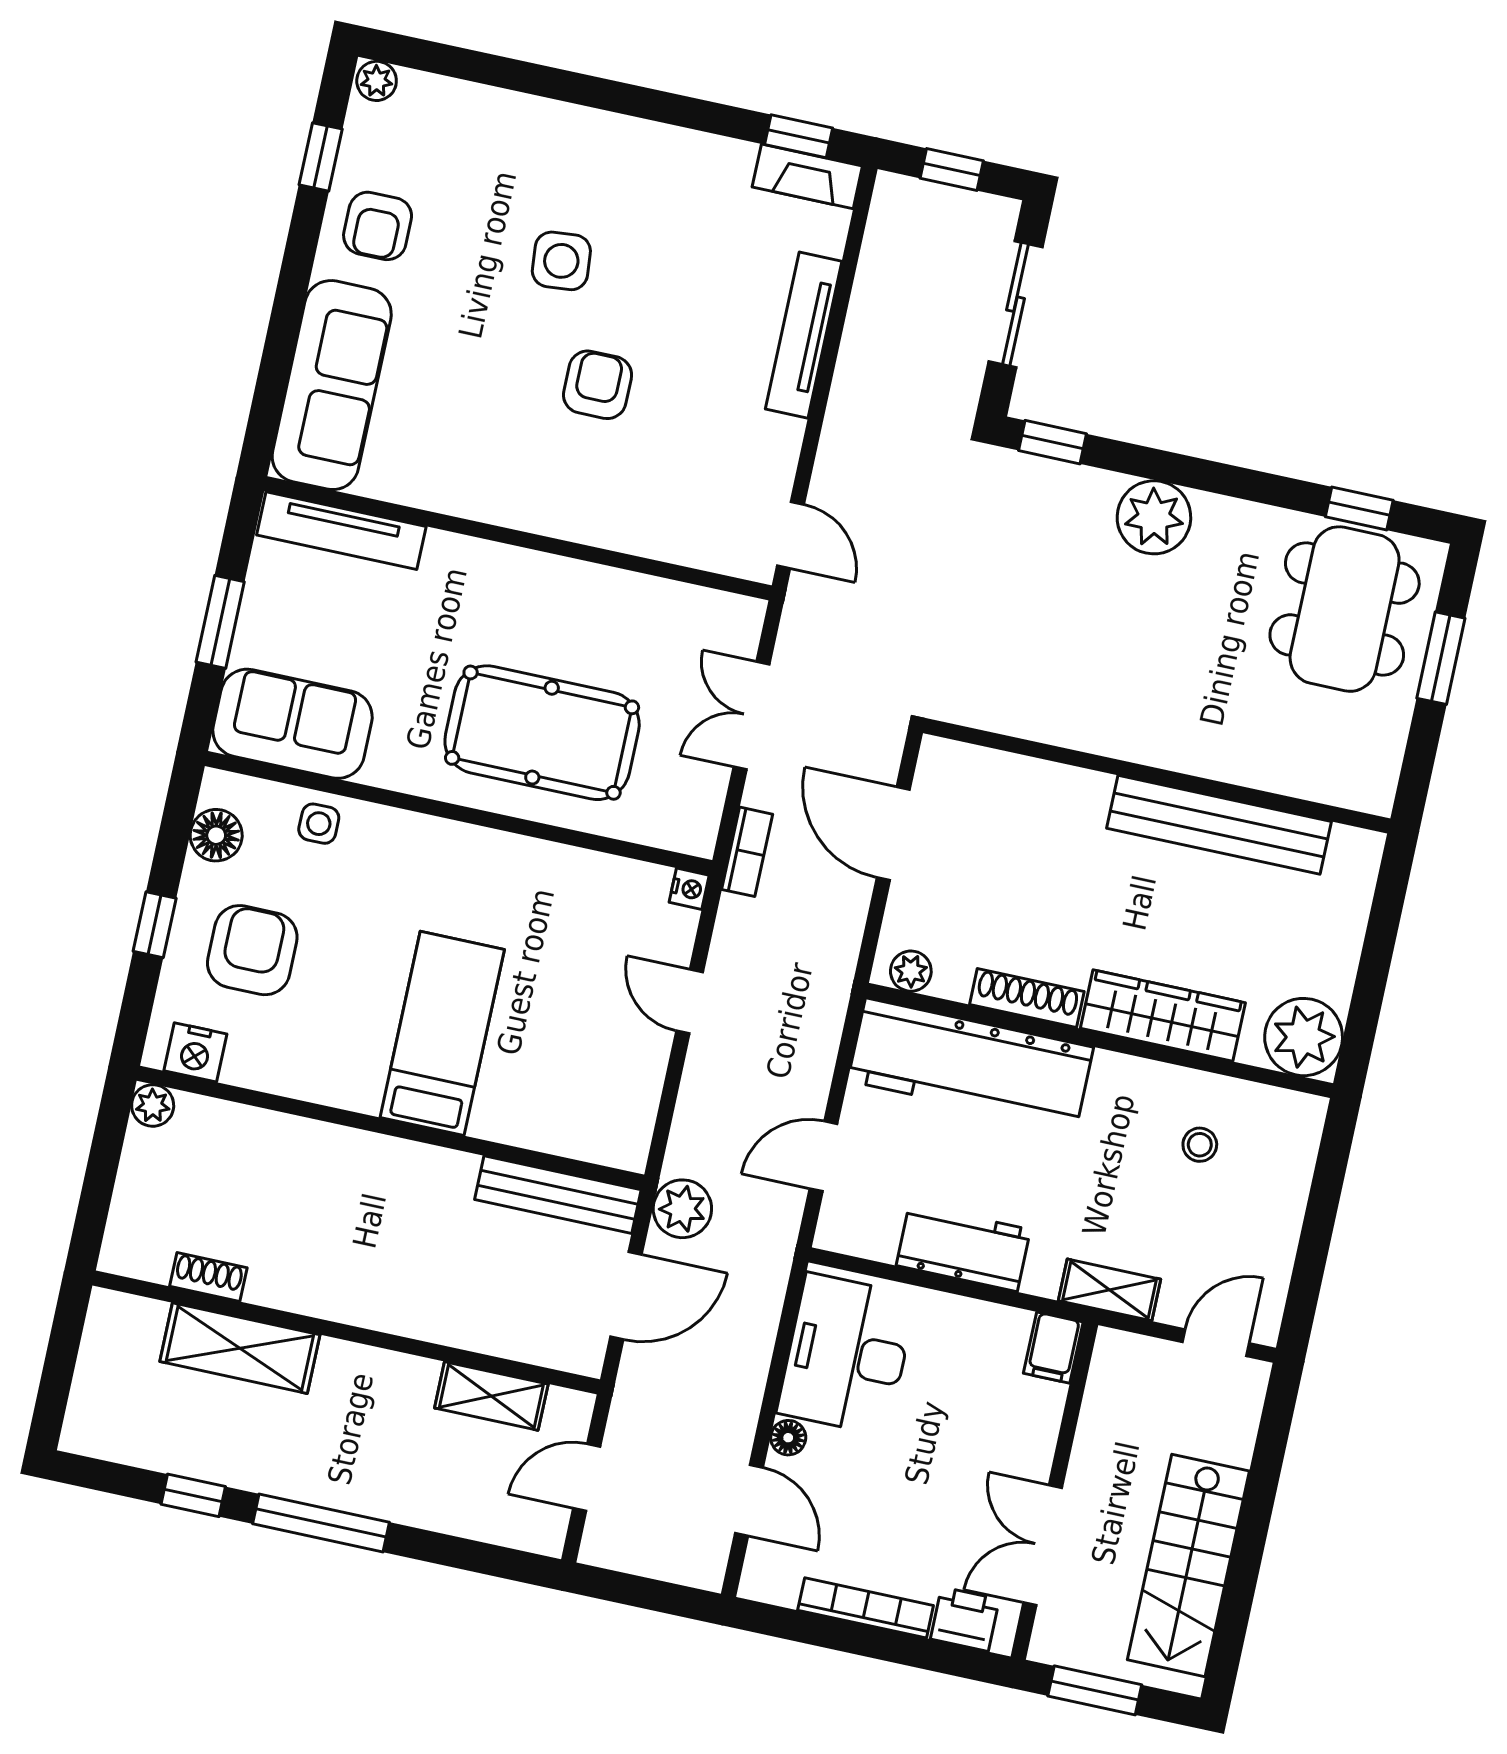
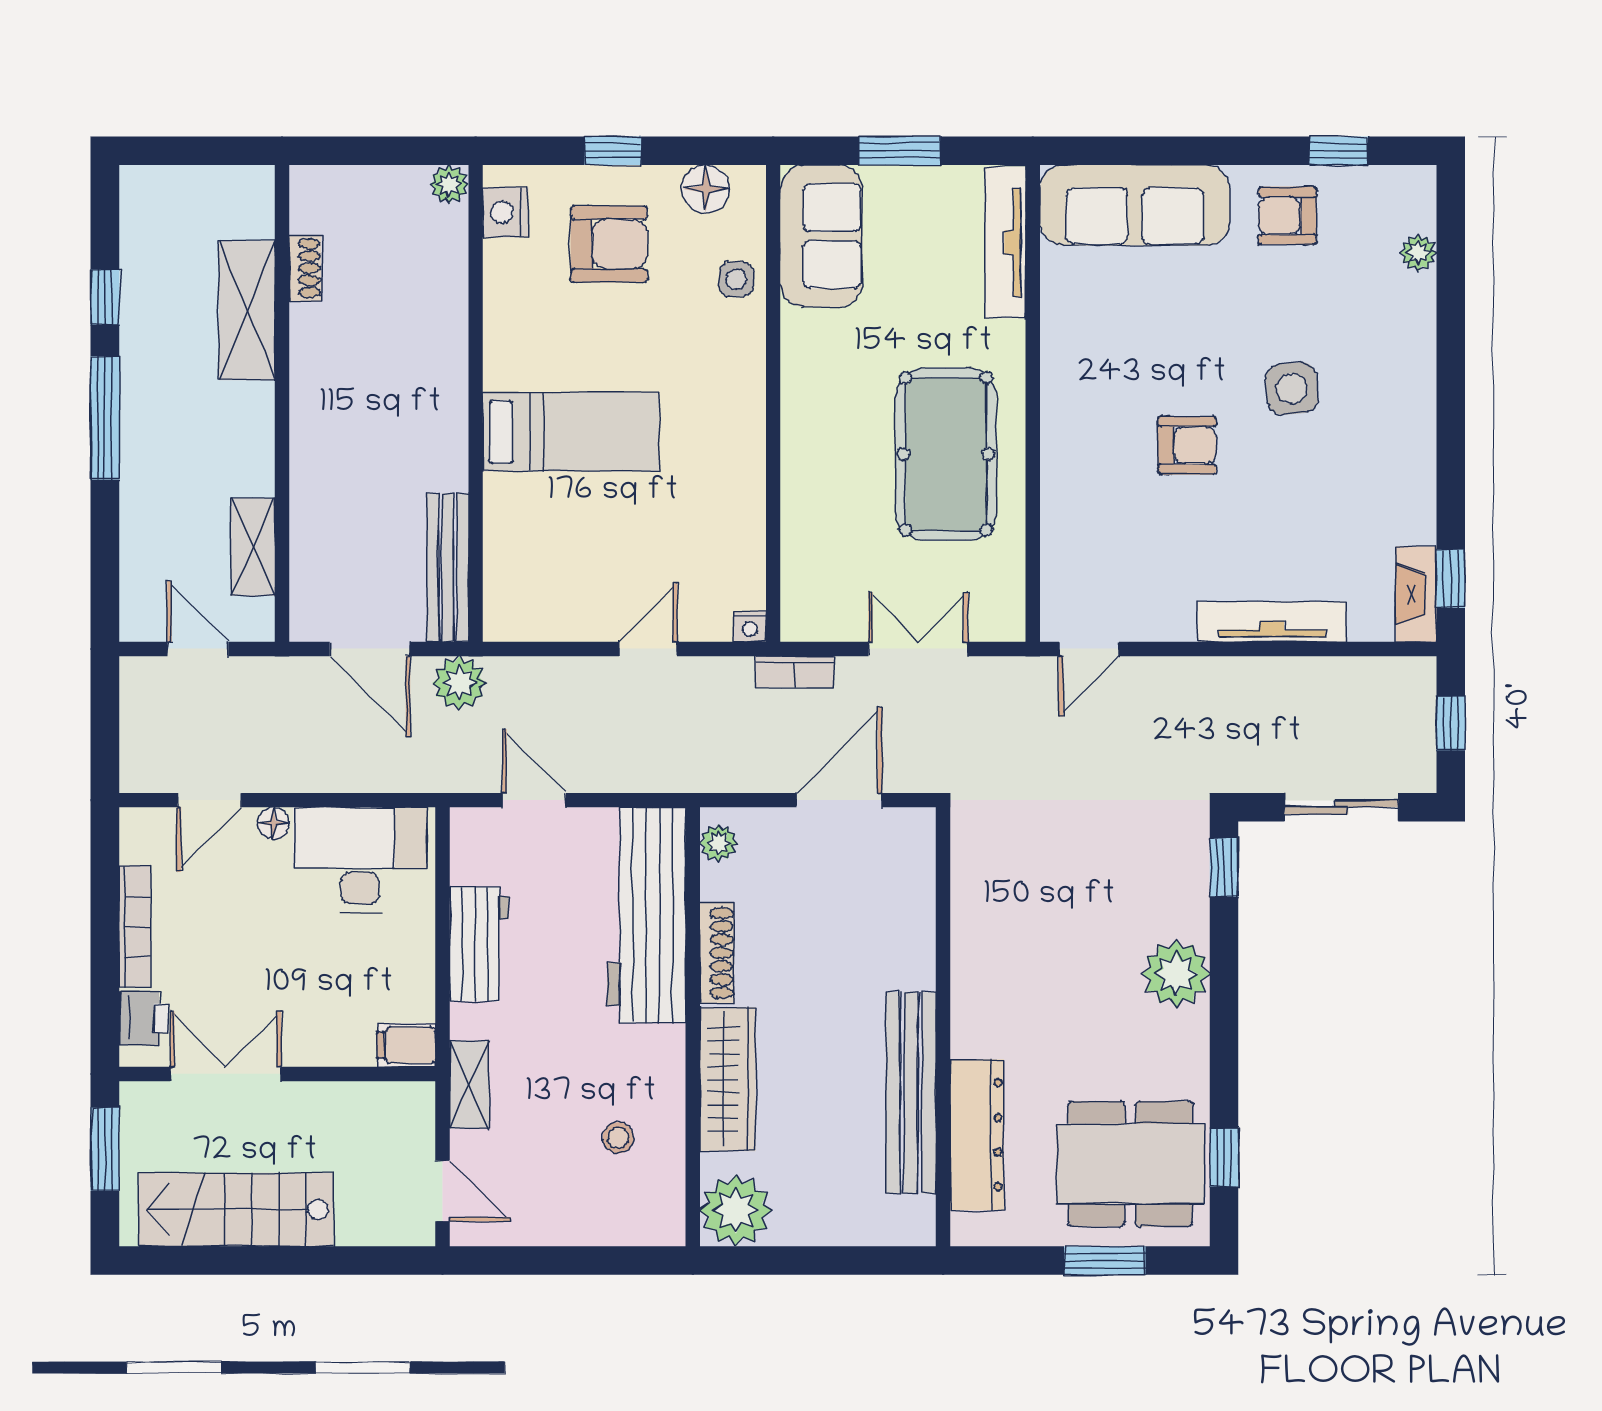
plant: (377, 81) -> (1418, 253), moved
pool table: (542, 733) -> (946, 454), moved
dresser: (1279, 765) -> (977, 1135), added

